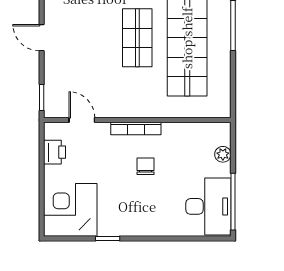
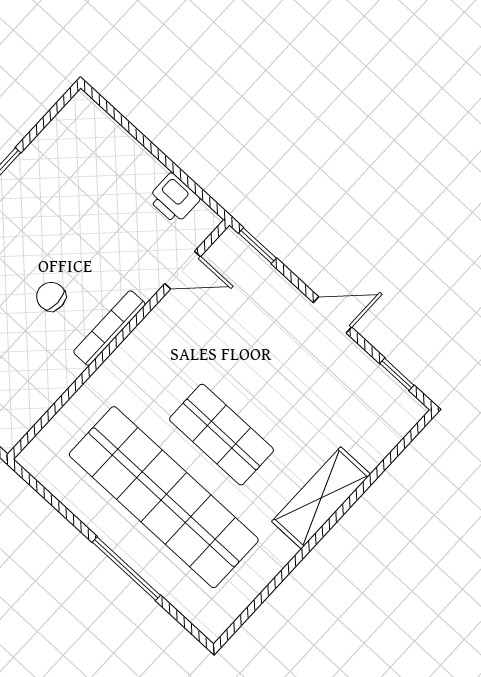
chair: (146, 166) -> (51, 297), turned 180
corner desk: (70, 210) -> (83, 152), removed

